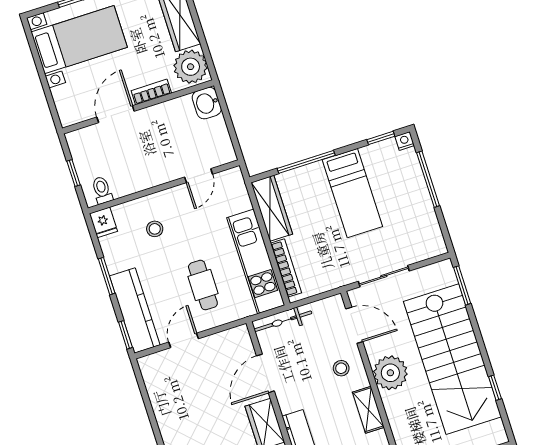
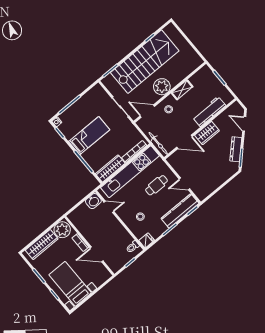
washbasin: (207, 103) -> (93, 201), moved
kitchen unit: (256, 261) -> (130, 172), width x1.36
door: (354, 325) -> (147, 111), hinge flipped

